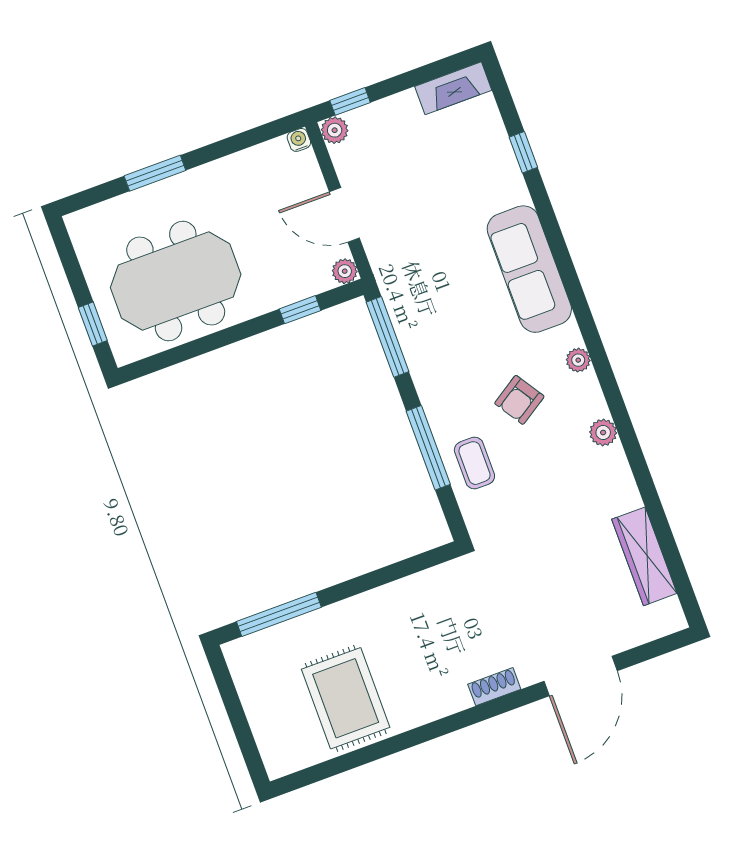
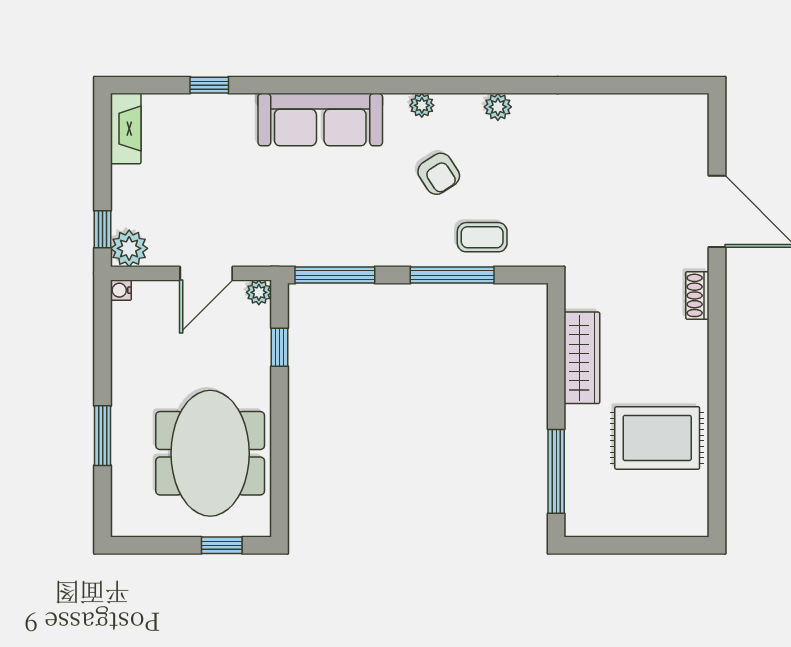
plant: (335, 130) -> (129, 248), width x1.38, depth x1.38
wardrobe: (644, 556) -> (582, 358), moved, turned -90

